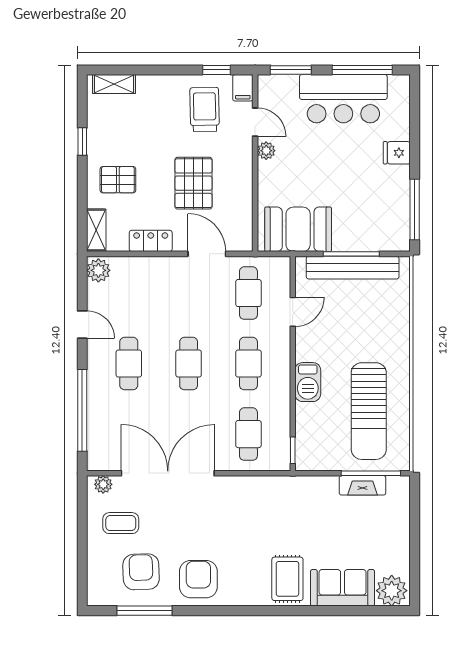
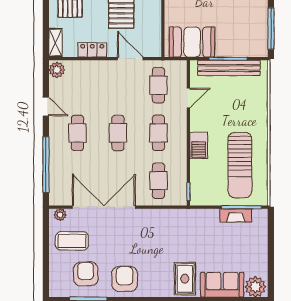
coffee table: (121, 523) -> (72, 241), width x1.36, depth x1.30

